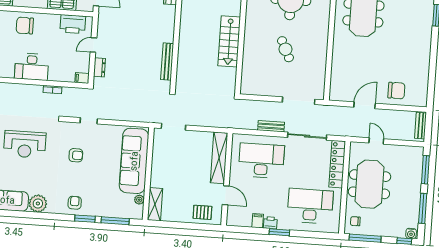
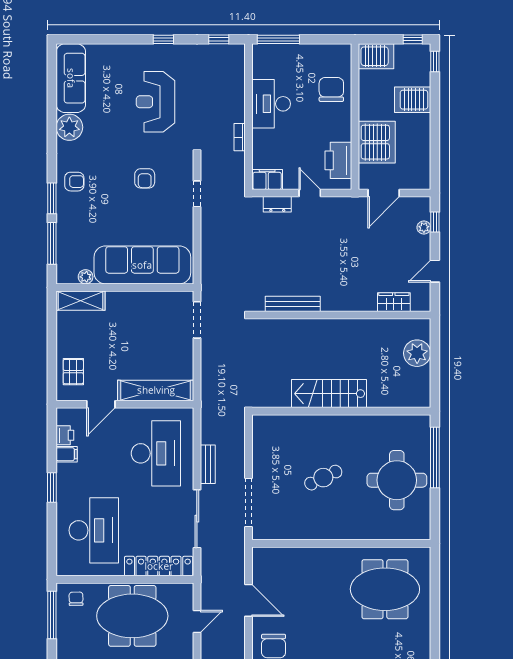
filing cabinet: (82, 78) -> (267, 179), width x2.00
printer: (270, 223) -> (65, 435), moved

